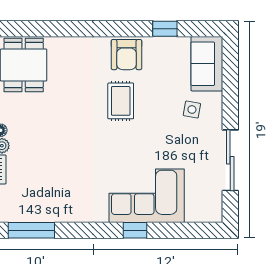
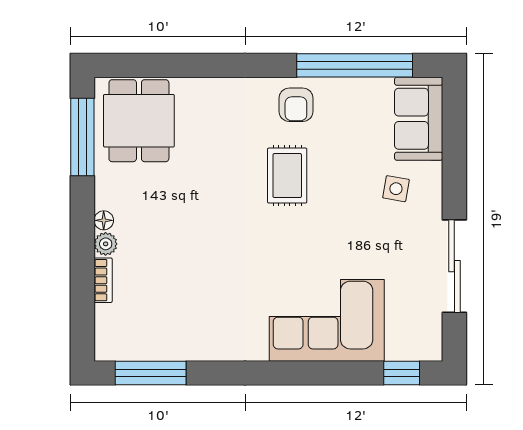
window: (165, 29) -> (355, 65), width x3.17
armchair: (126, 55) -> (296, 105), width x0.72, depth x0.72
window: (135, 230) -> (402, 373), moved

